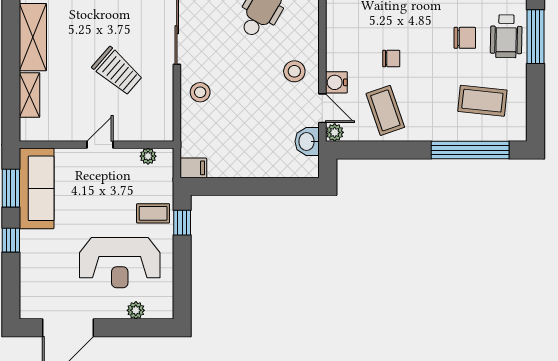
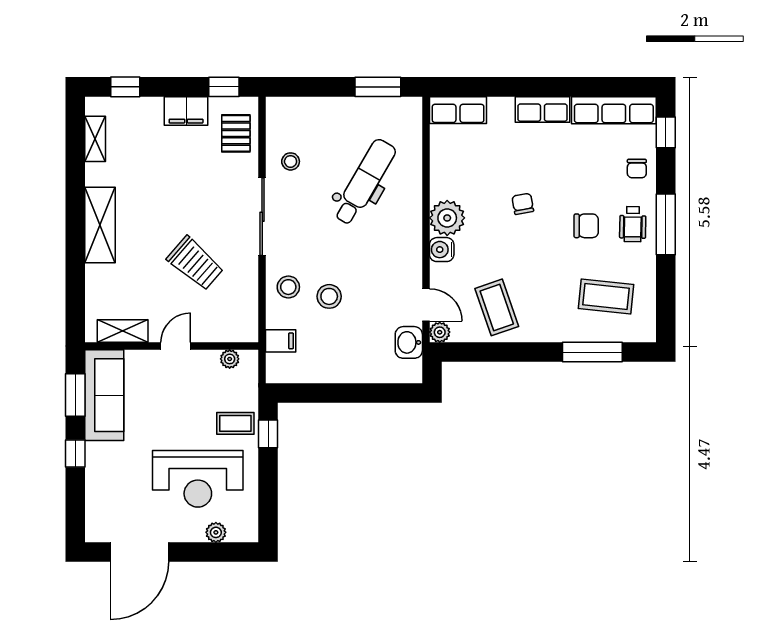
plant: (341, 31) -> (447, 218), added
wheelchair: (506, 36) -> (633, 224), width x0.73, depth x0.73
chair: (391, 59) -> (523, 204), moved, turned -100
stool: (294, 71) -> (329, 296), moved
water cooler: (336, 82) -> (442, 250), moved
shelving: (30, 95) -> (123, 331), moved, turned 90
window: (470, 150) -> (592, 352), width x0.68
filing cabinet: (193, 168) -> (281, 341), moved

